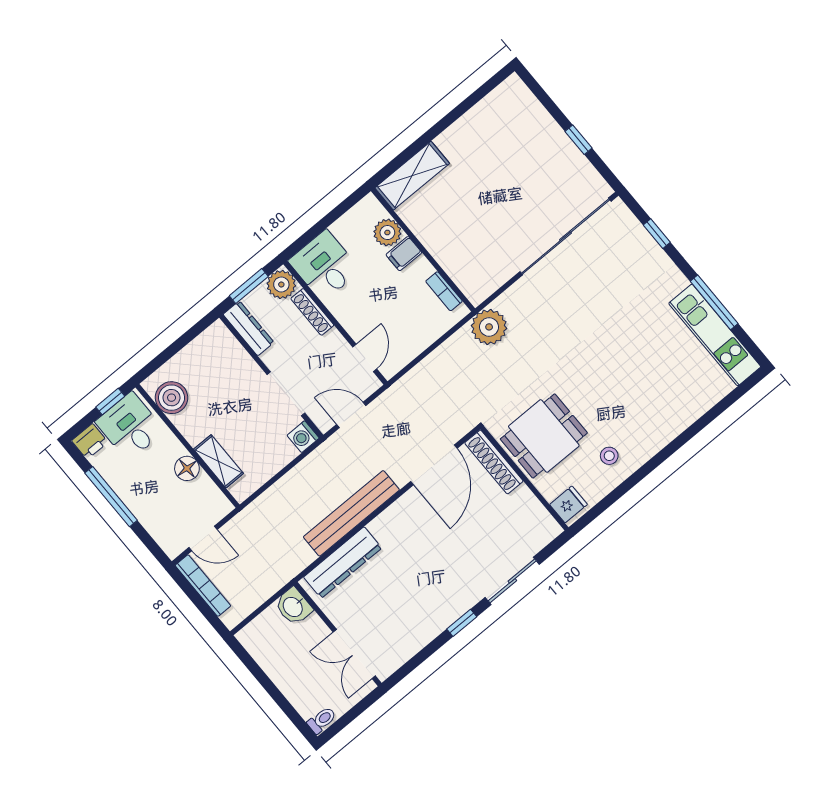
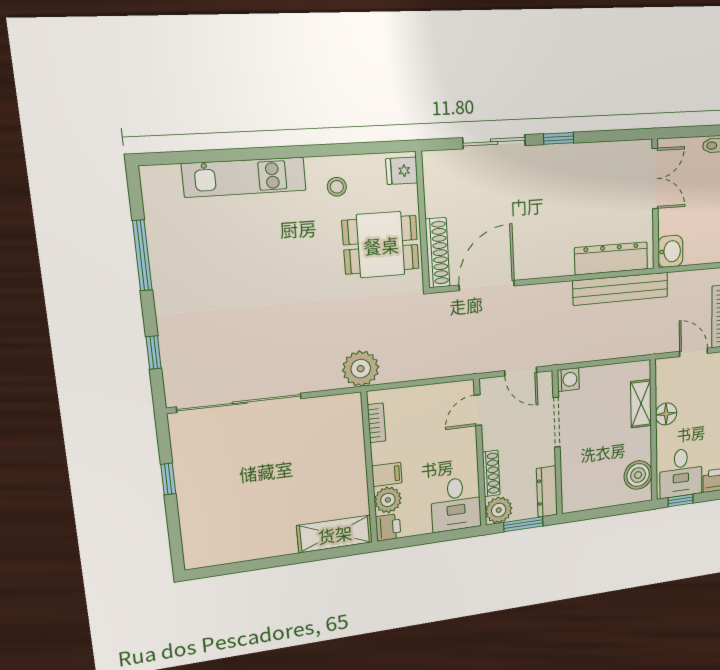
printer: (370, 209) -> (388, 527), added
kitchen unit: (715, 335) -> (244, 177), moved, turned 90
bench: (351, 513) -> (621, 289), moved

